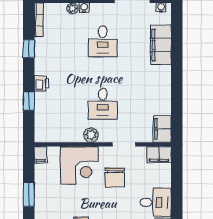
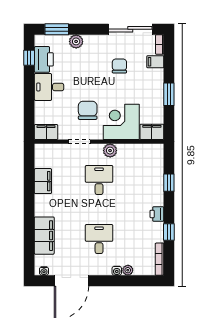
printer: (42, 83) -> (157, 214), moved
filing cabinet: (162, 129) -> (43, 181), moved
filing cabinet: (41, 155) -> (152, 132), width x2.00

